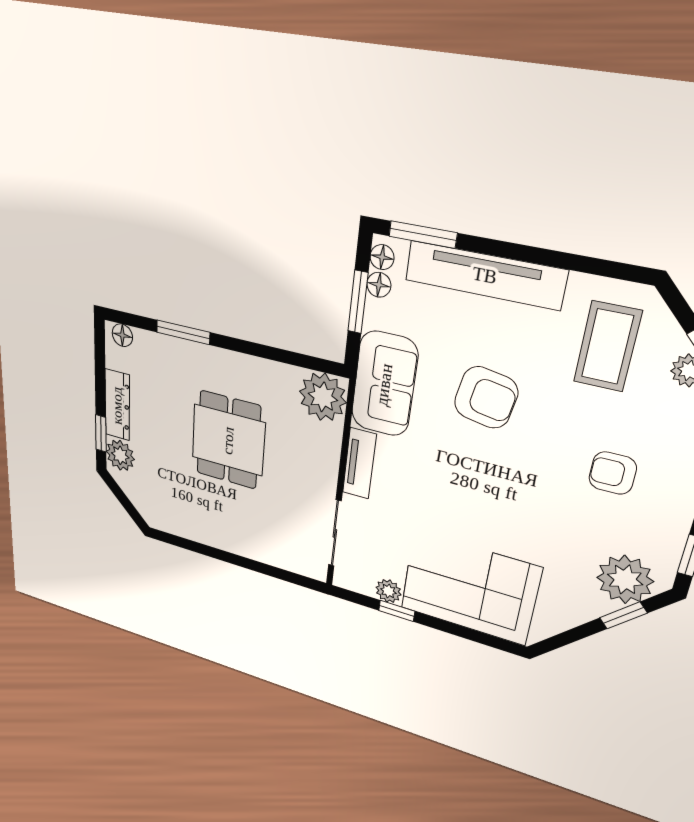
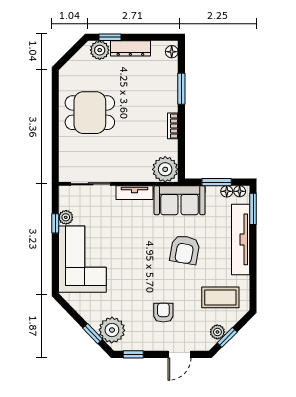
bookcase: (246, 364) -> (173, 126), added
dining table: (228, 440) -> (90, 113), moved

